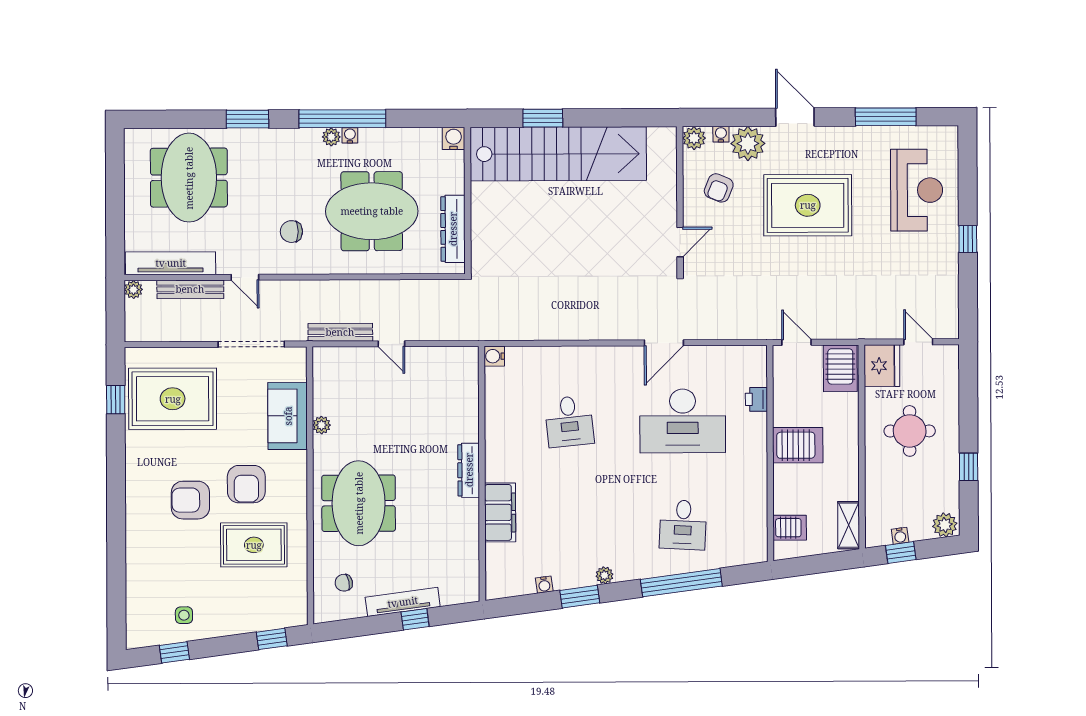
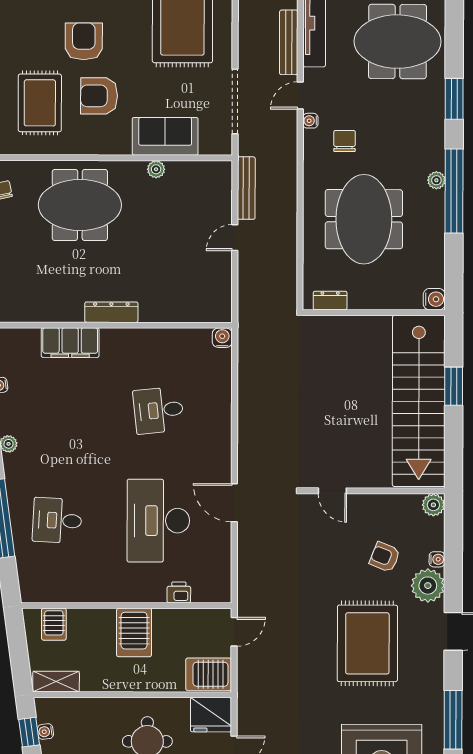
water cooler: (350, 135) -> (310, 121), moved, turned 180
plant: (694, 138) -> (433, 505), moved
wall: (680, 200) -> (373, 491), moved
dresser: (453, 229) -> (330, 300), width x0.51, depth x0.80
door: (680, 242) -> (332, 491), moved

